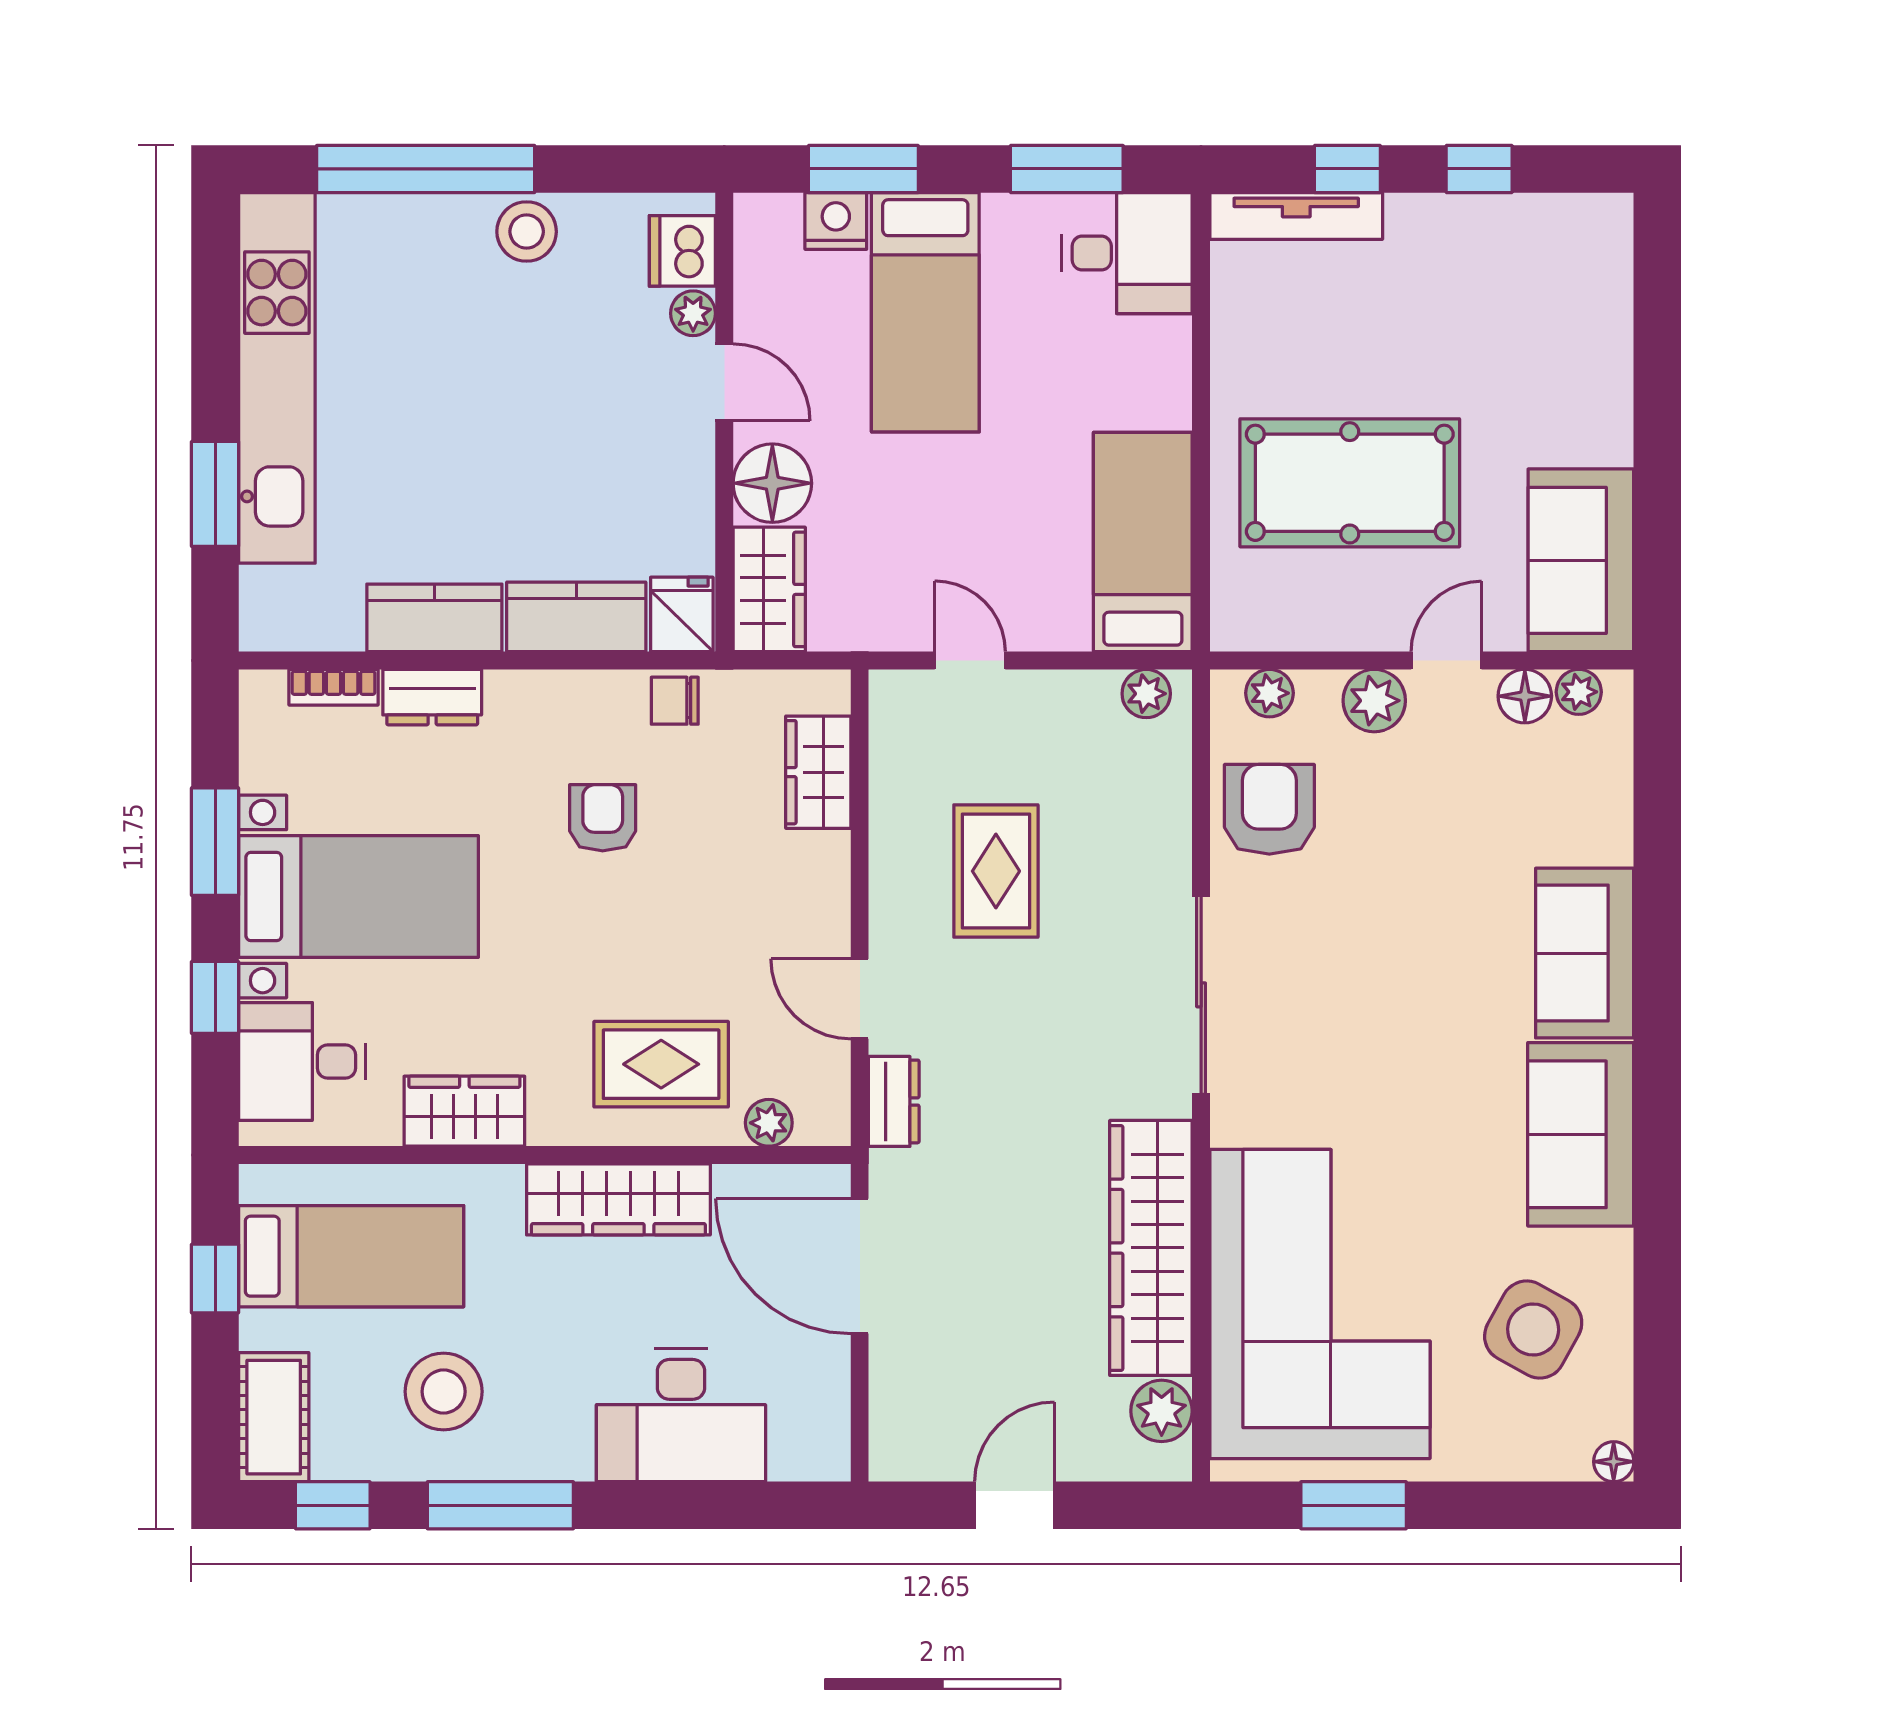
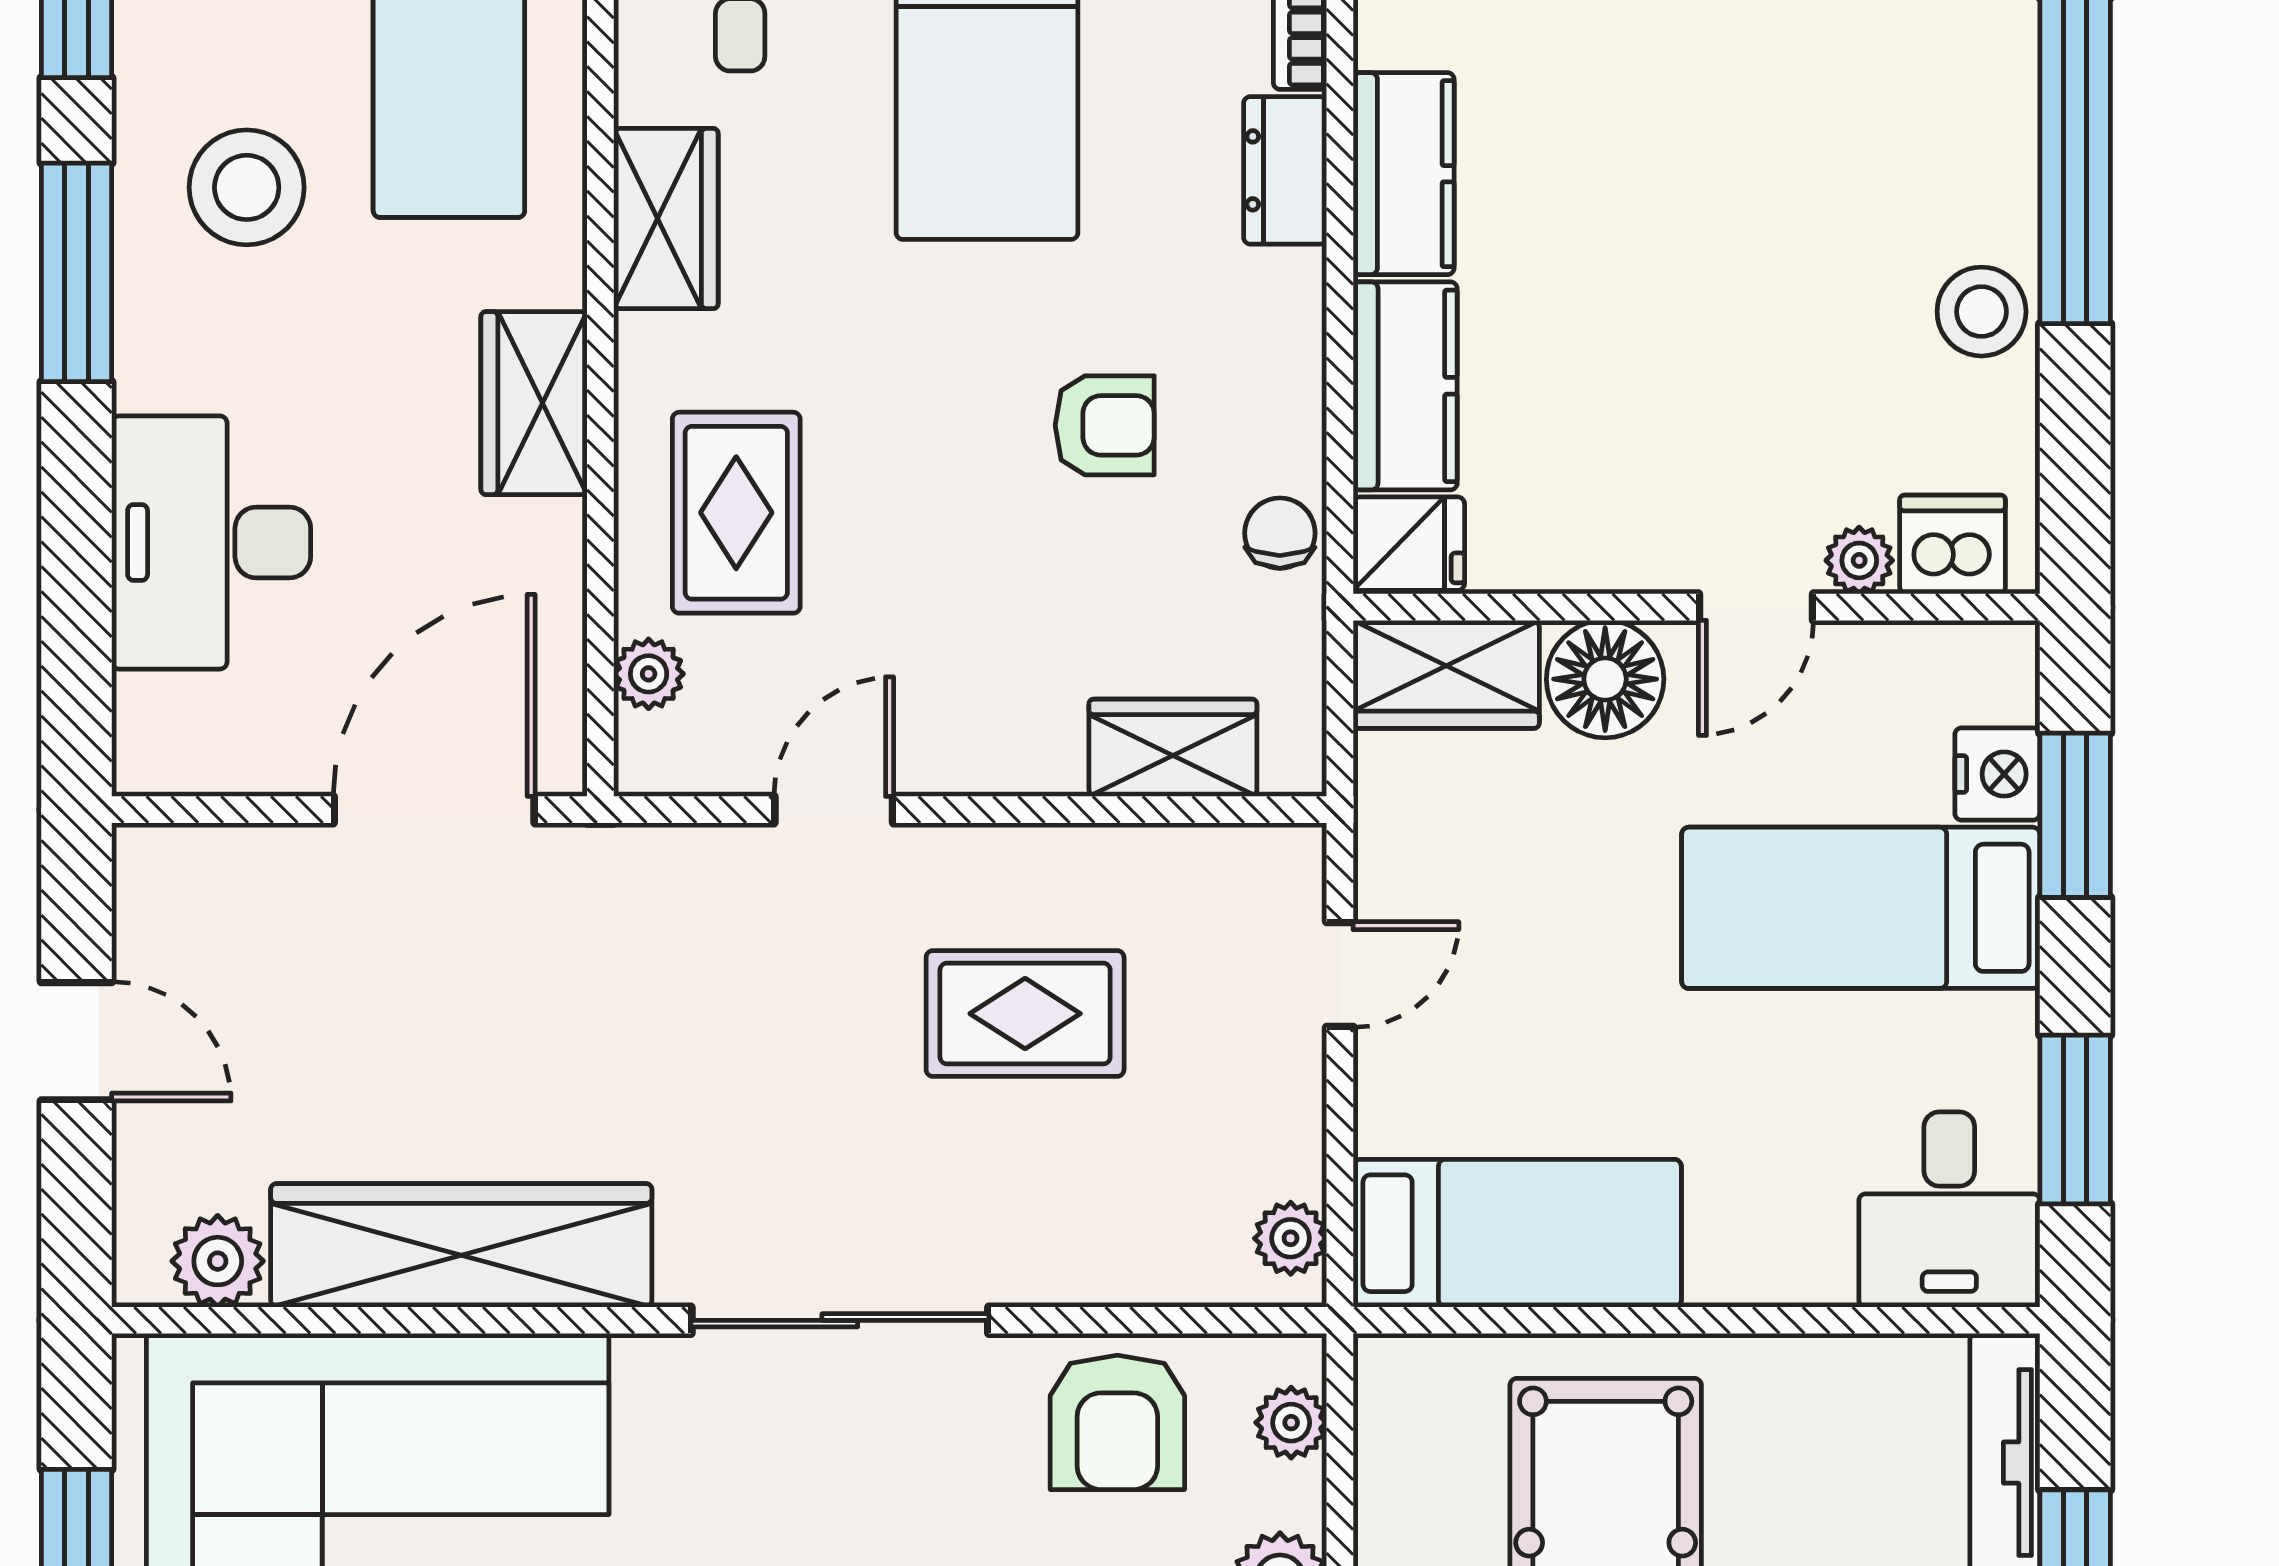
armchair: (1269, 809) -> (1117, 1422), turned 90
dresser: (894, 1101) -> (680, 861), removed
wardrobe: (618, 1199) -> (534, 403), width x0.67

